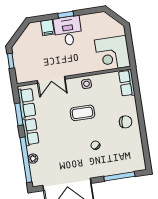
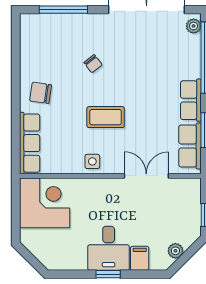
plant: (26, 36) -> (175, 251), added
row of seats: (127, 83) -> (30, 143), width x1.48
plant: (33, 159) -> (194, 26), moved

